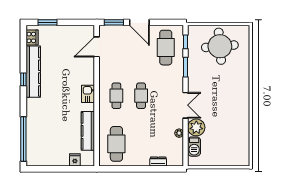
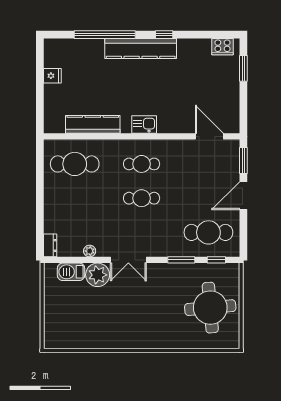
kitchen counter: (33, 72) -> (141, 48), moved
window: (23, 139) -> (105, 35), moved
fridge: (75, 160) -> (52, 76), moved
dresser: (158, 162) -> (50, 245), moved

